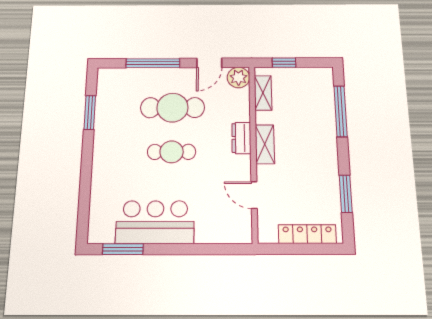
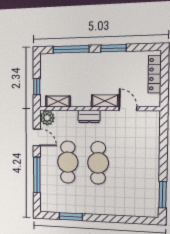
shelving: (265, 144) -> (105, 101), moved
cafe table: (172, 152) -> (98, 163), width x1.37, depth x1.35
window: (346, 194) -> (113, 48), moved
door: (254, 195) -> (128, 109), swing flipped
bar counter: (155, 222) -> (145, 174), removed

